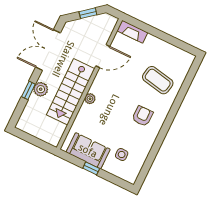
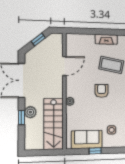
fireplace: (132, 32) -> (106, 39), moved
stairs: (71, 92) -> (54, 124), moved
armchair: (142, 116) -> (102, 91), moved

